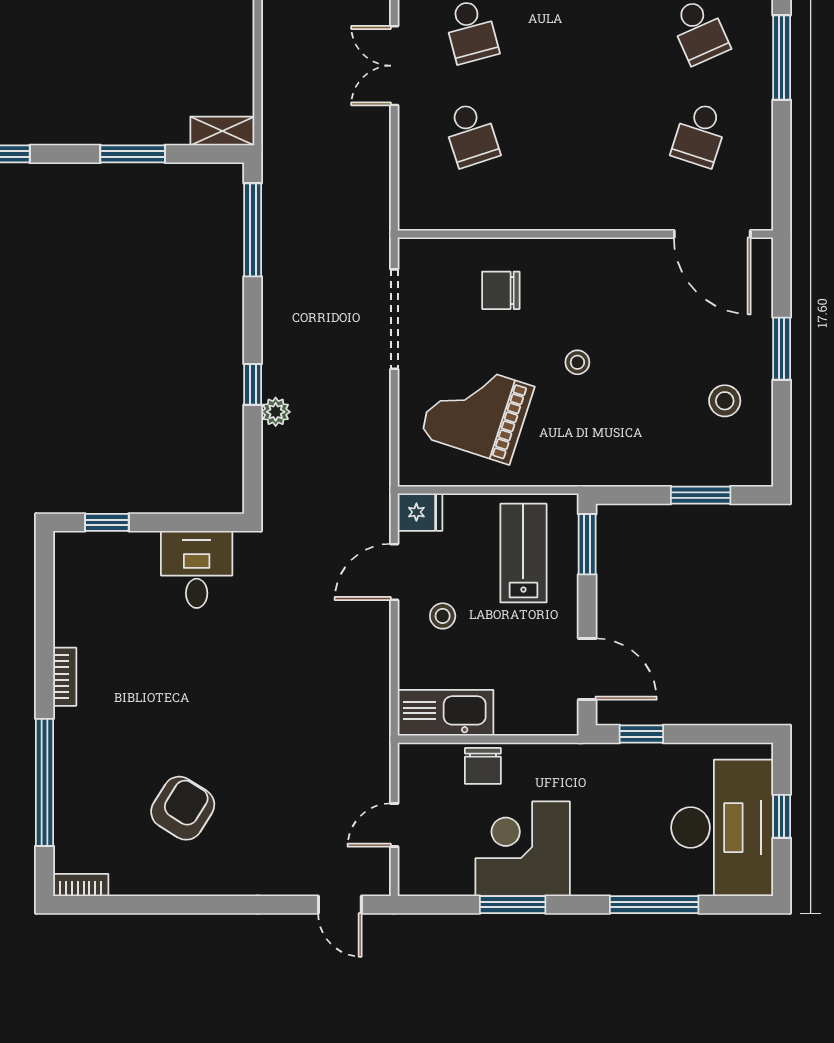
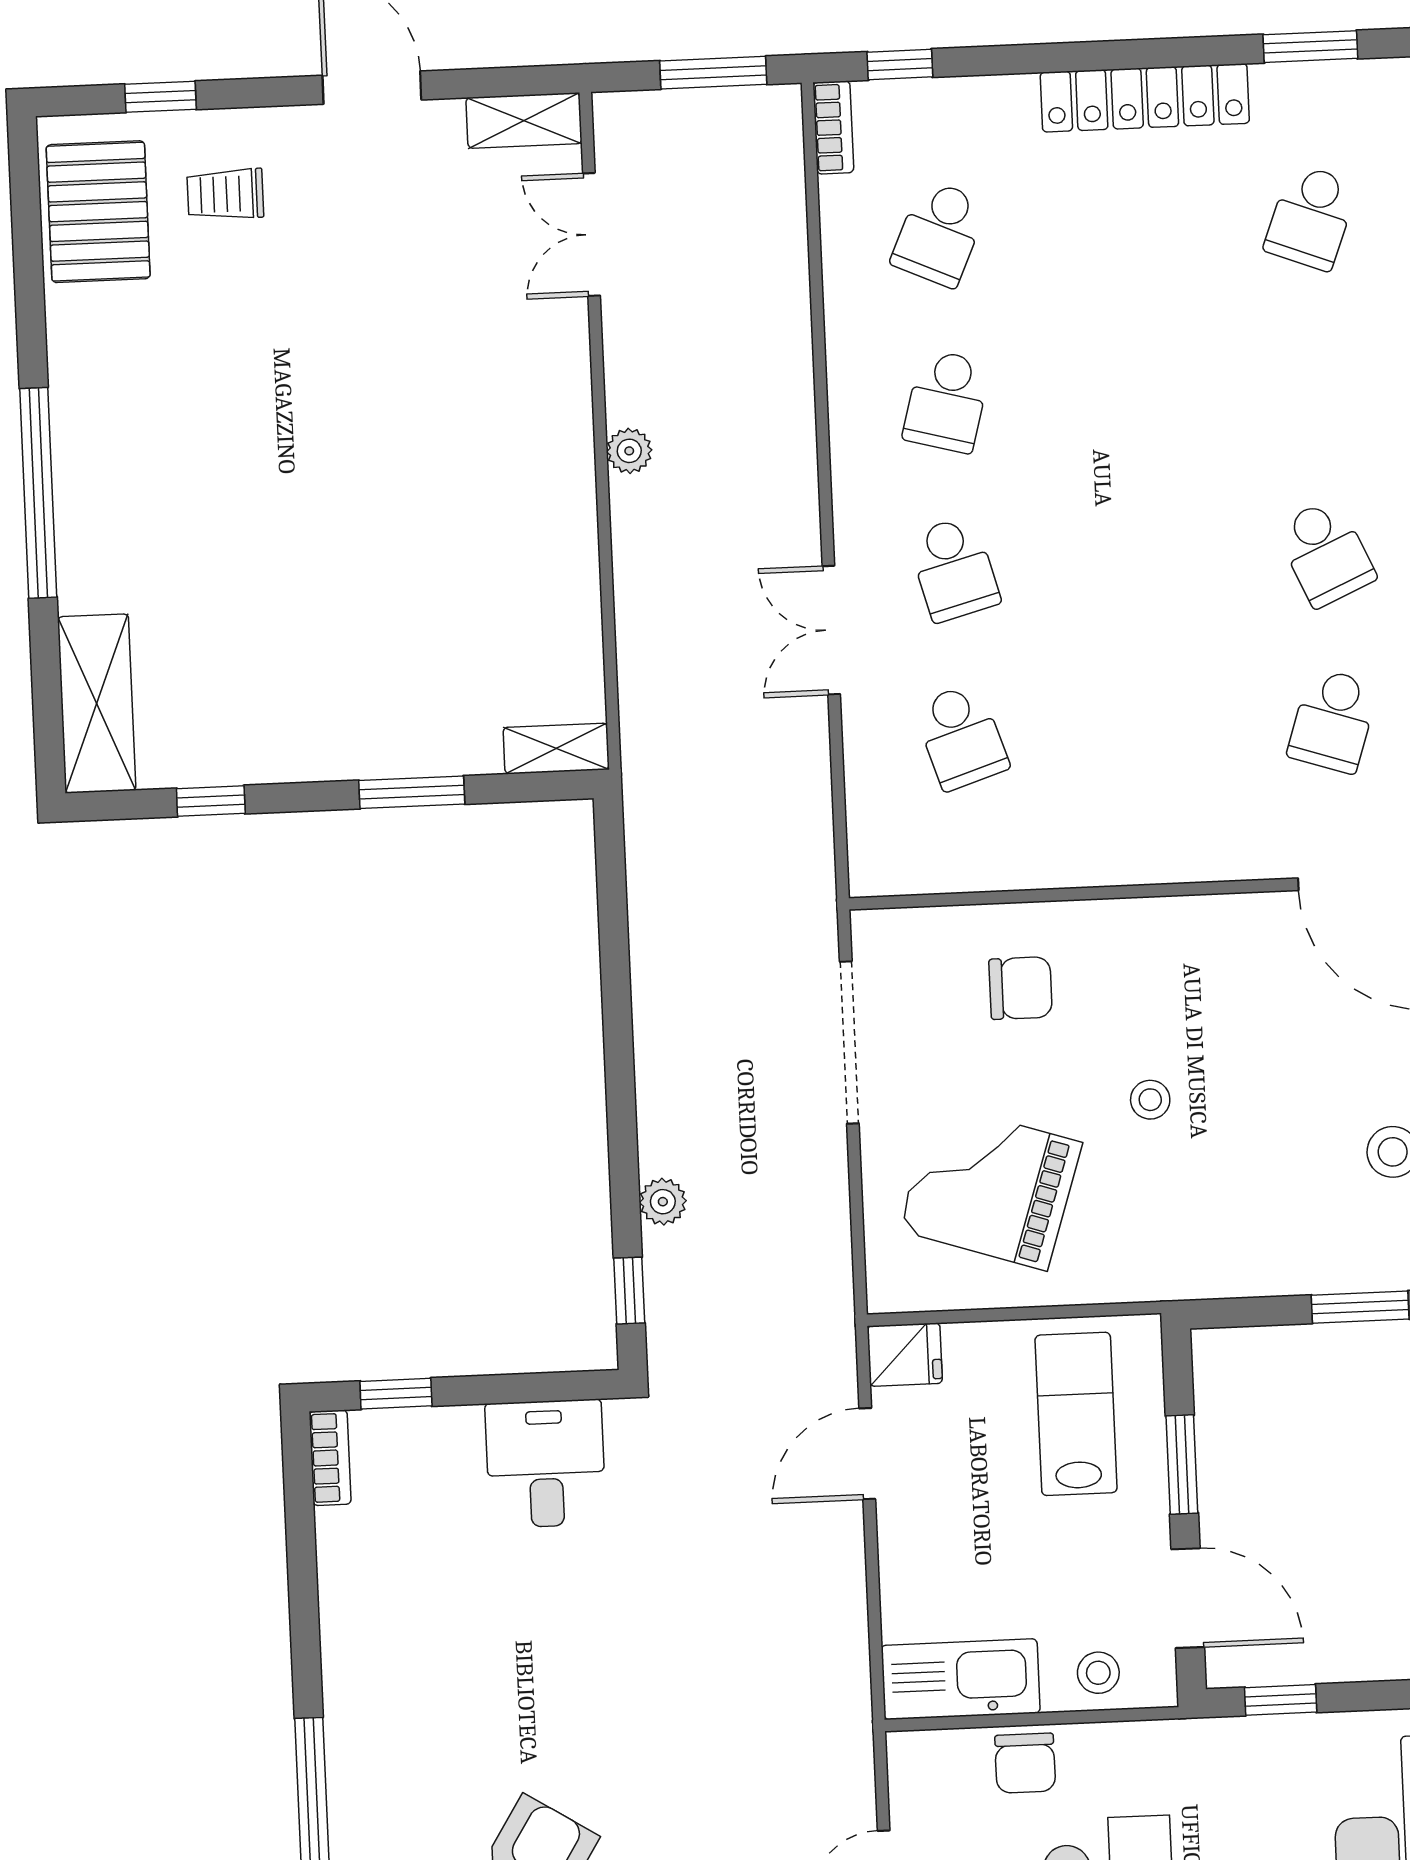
window: (253, 230) -> (613, 907), removed
chair: (501, 290) -> (1021, 988), turned 180
window: (253, 384) -> (629, 1291), moved
window: (587, 544) -> (1182, 1465), moved
stool: (443, 616) -> (1098, 1673), moved
bookcase: (65, 677) -> (330, 1458), moved

